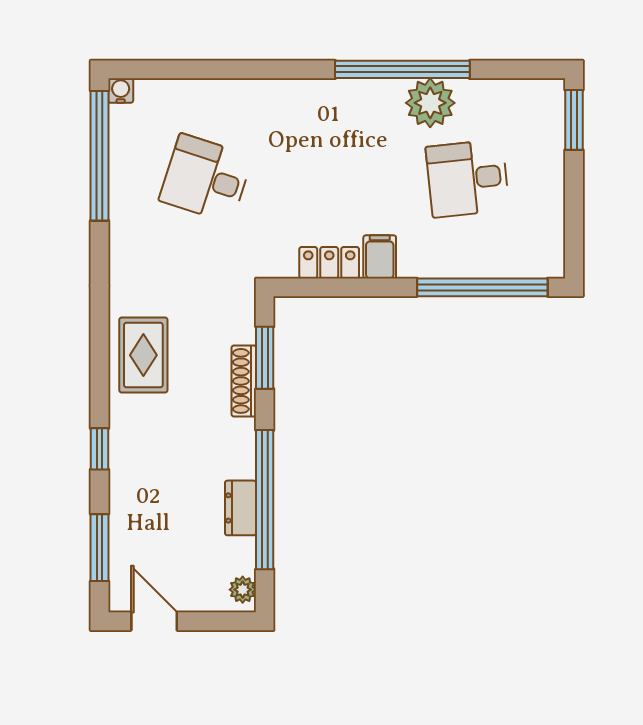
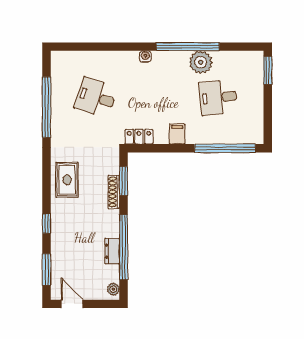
water cooler: (121, 91) -> (145, 57), moved
window: (100, 156) -> (47, 107), moved
locker: (329, 263) -> (139, 137), moved

